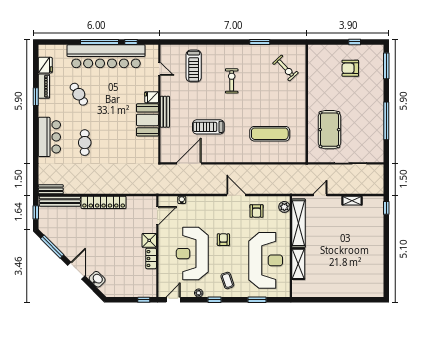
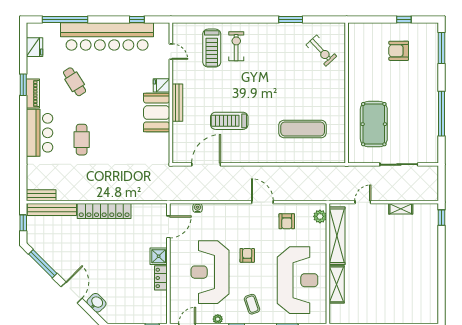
window: (99, 42) -> (65, 19), moved
exercise bike: (232, 81) -> (236, 46), moved
piano: (44, 86) -> (33, 93), moved

